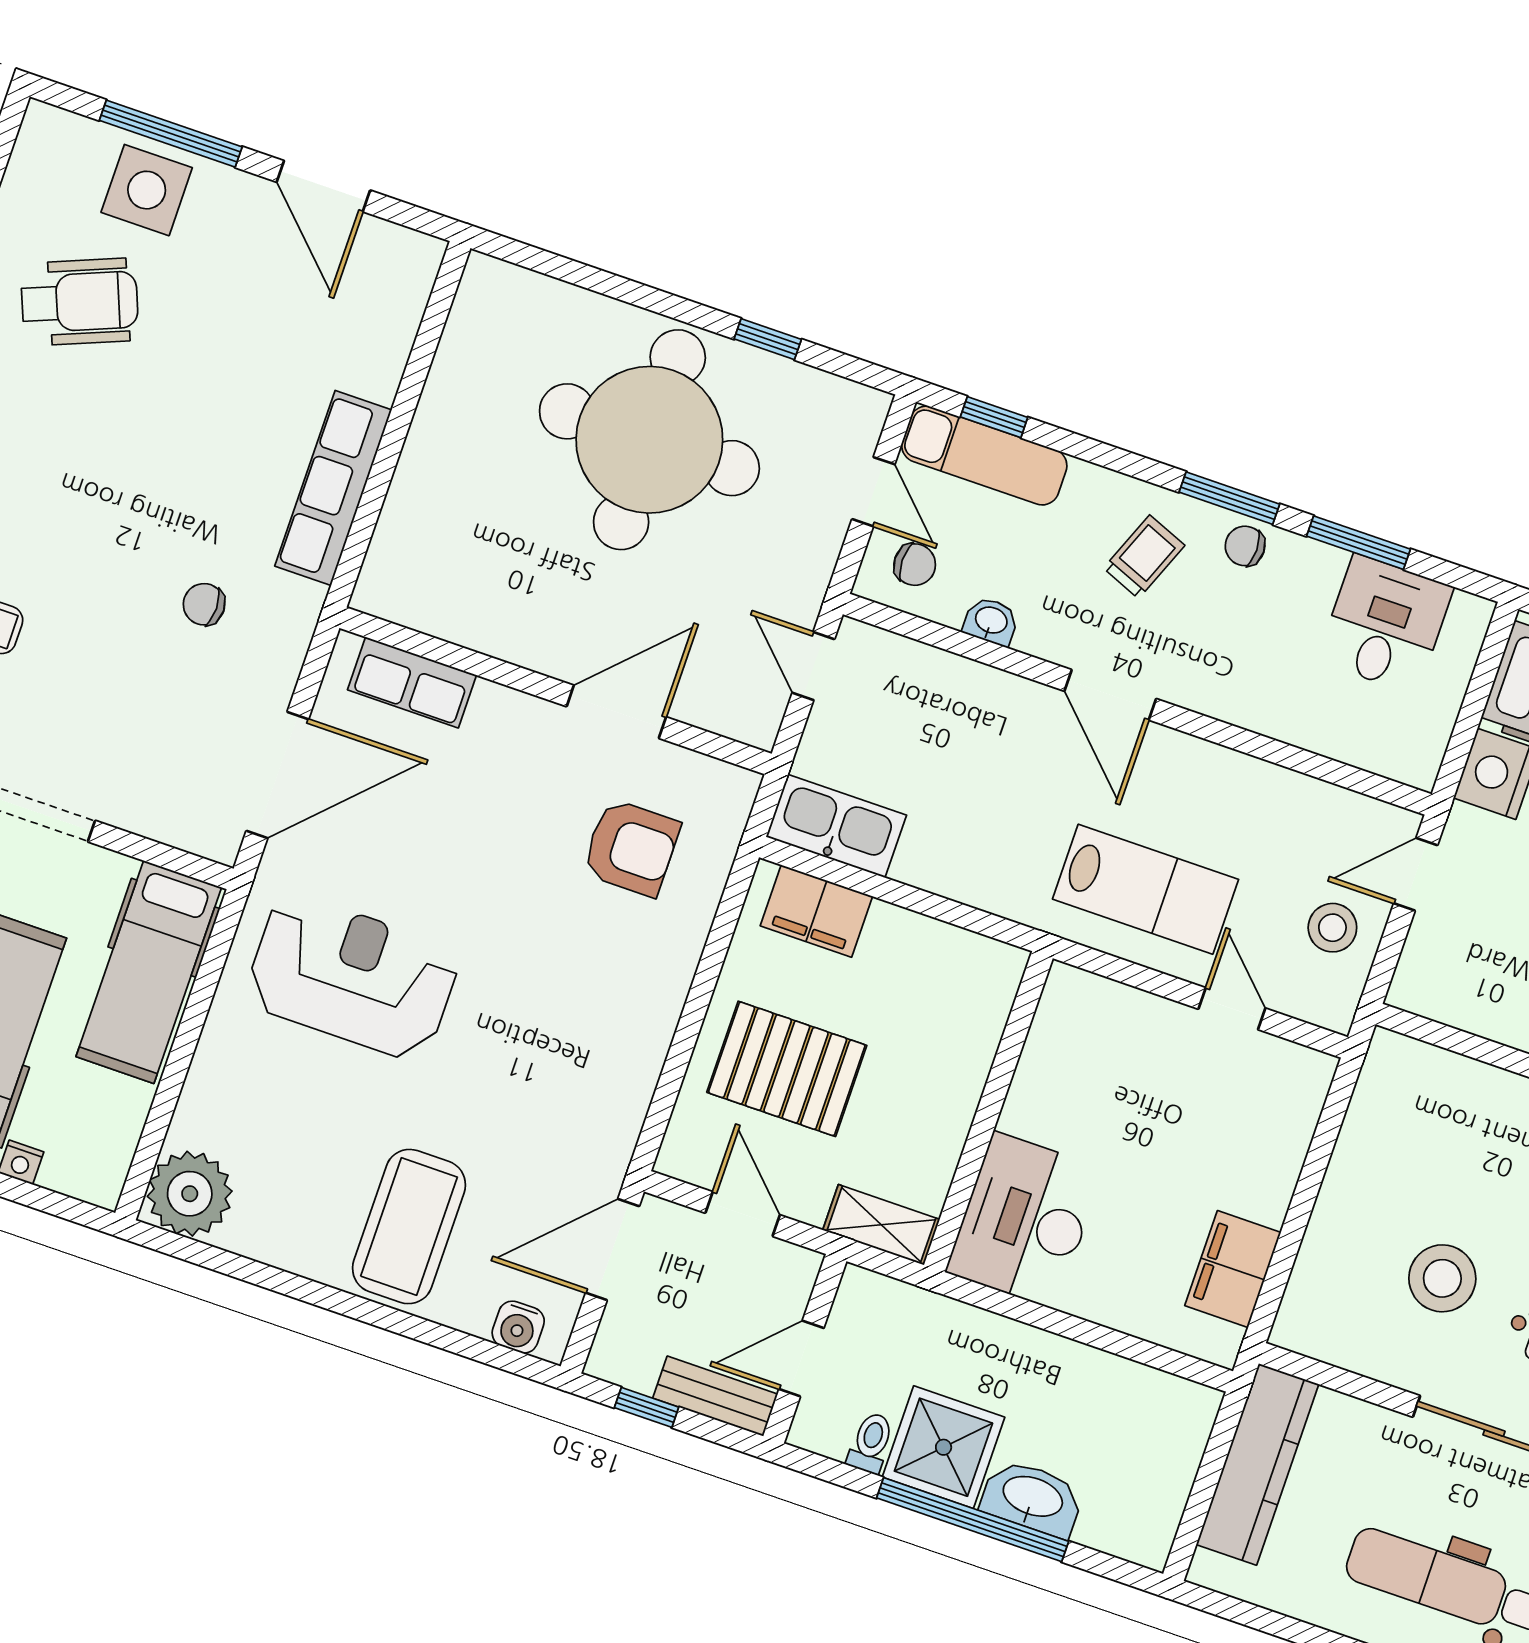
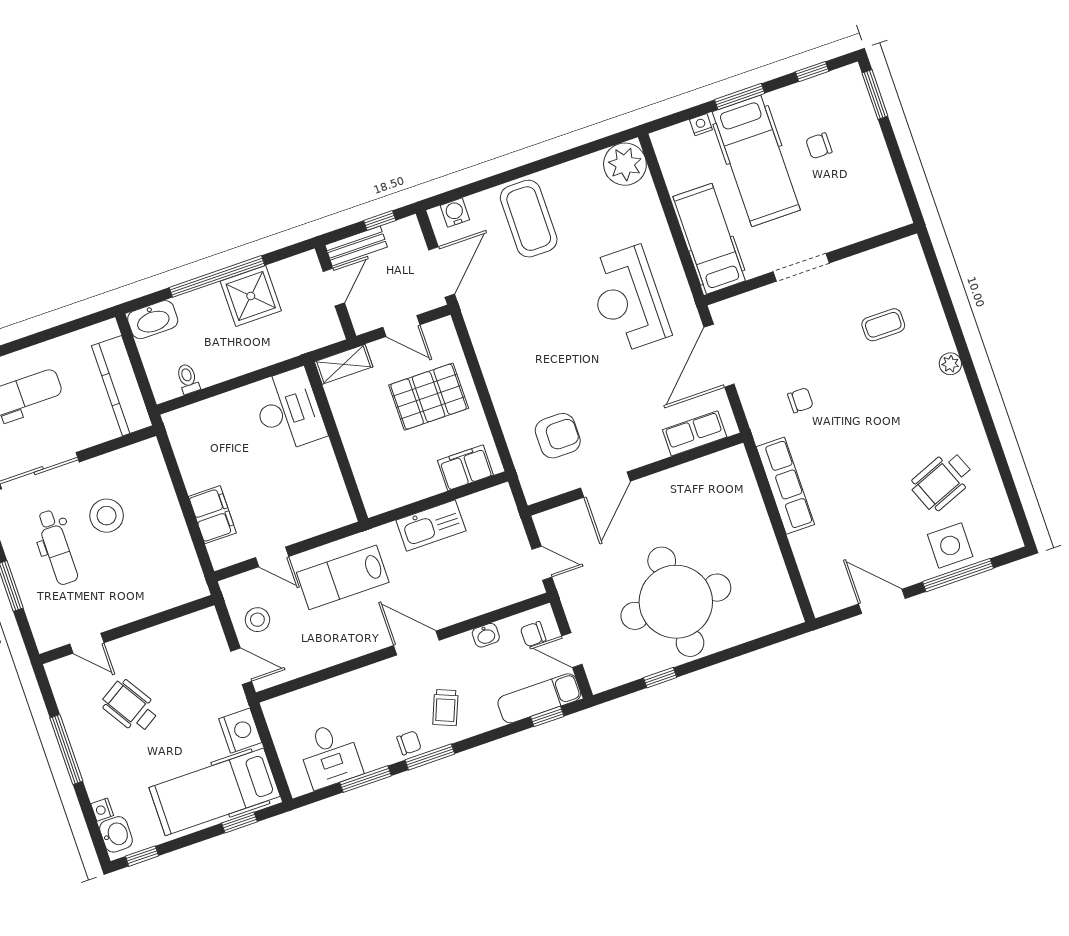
kitchen sink: (836, 826) -> (431, 525), moved
armchair: (631, 848) -> (558, 436), turned 180
door: (1416, 874) -> (241, 666), hinge flipped
reception desk: (352, 977) -> (628, 299), turned 90
filing cabinet: (1233, 1269) -> (212, 515), moved
toilet: (871, 1443) -> (188, 379), moved, turned 180
washbasin: (1032, 1498) -> (153, 320), moved

